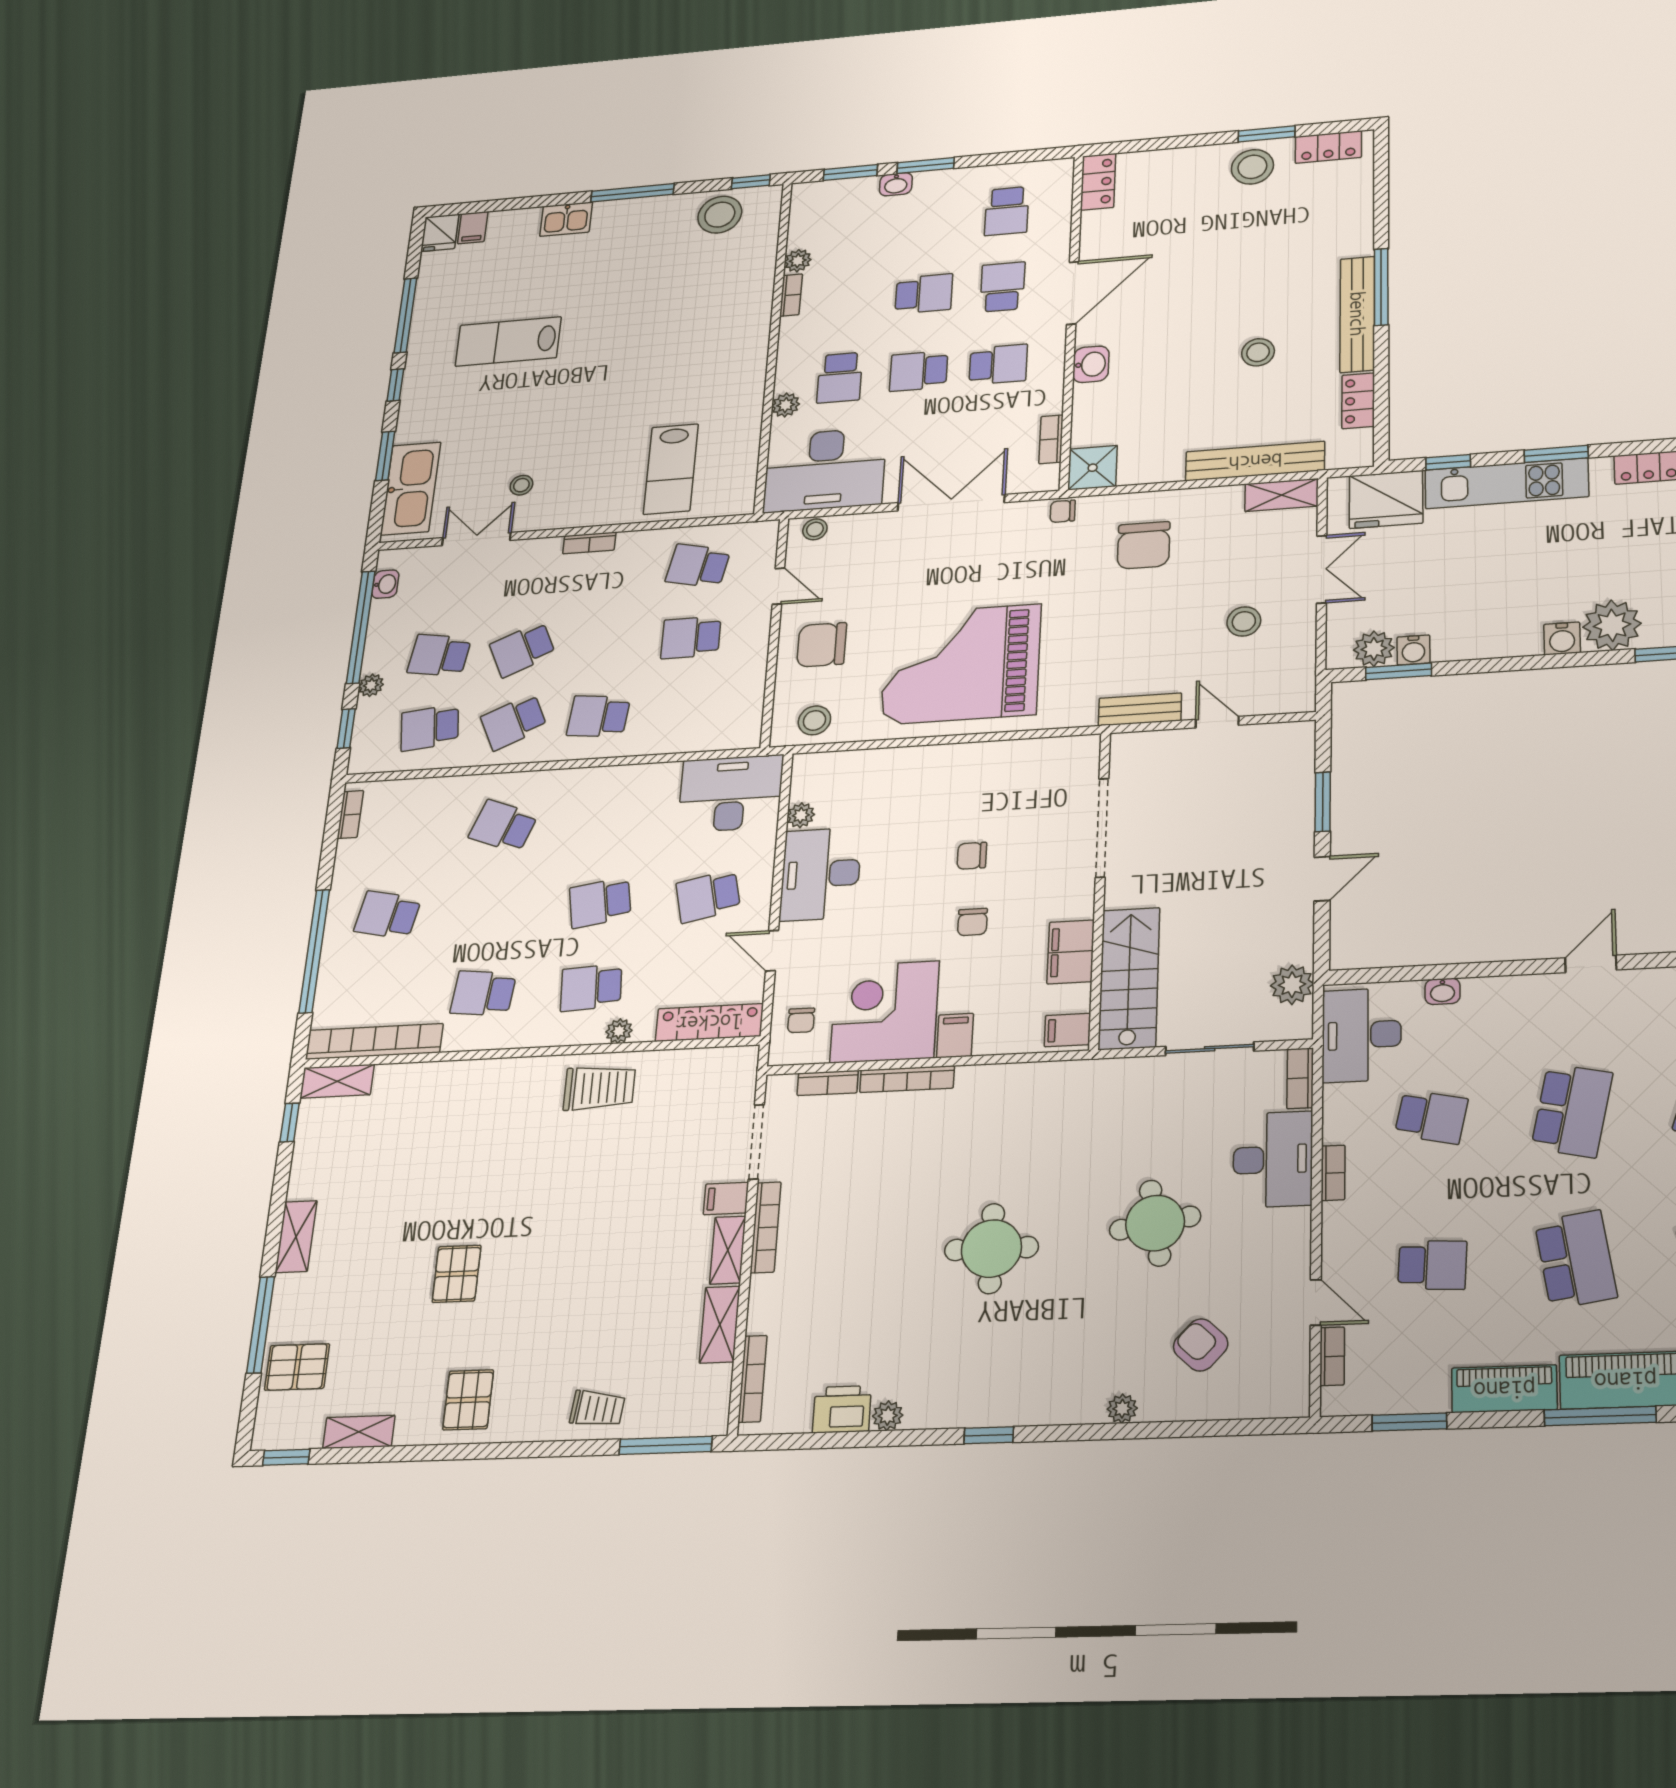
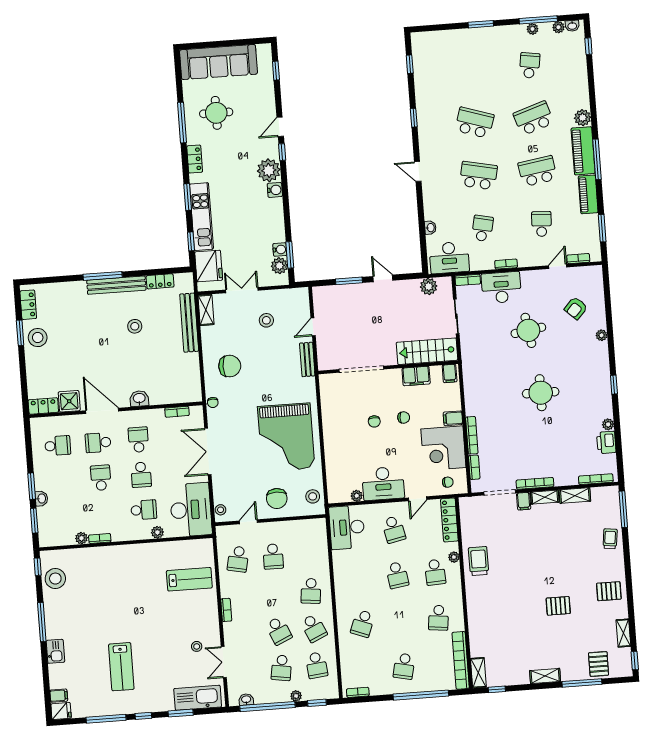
shower: (1093, 468) -> (69, 401), moved

